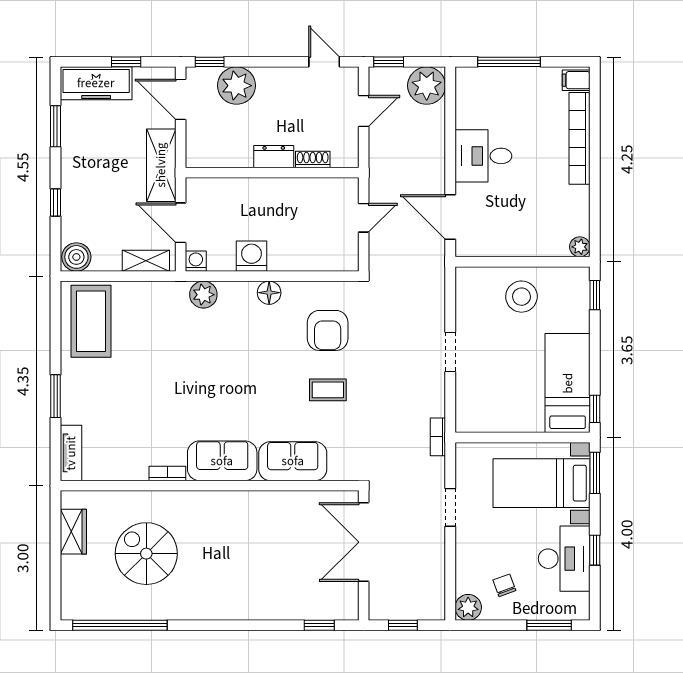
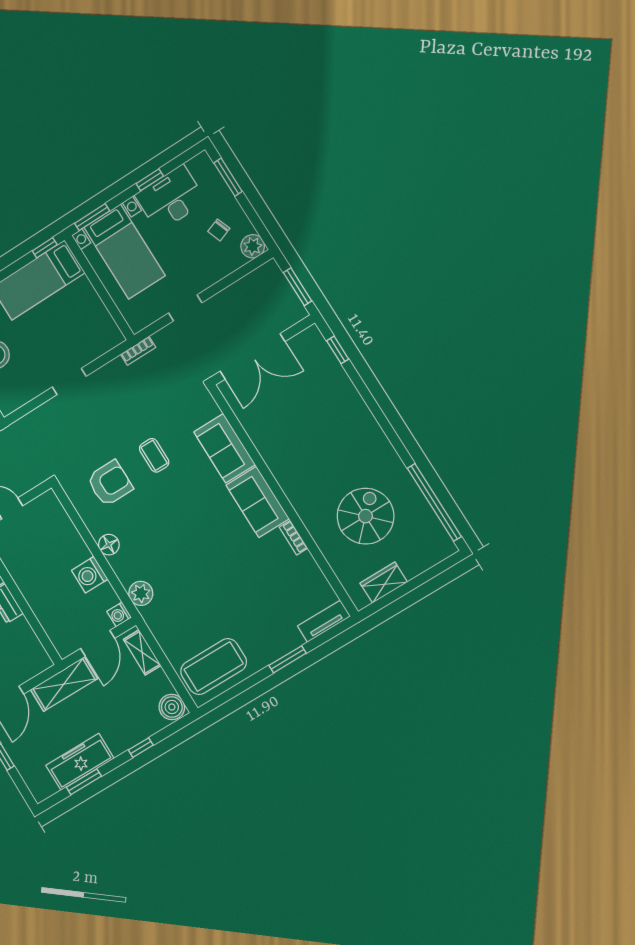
freezer: (96, 83) -> (80, 762), moved, turned -90
spiral stairs: (146, 554) -> (365, 516), turned 180
window: (403, 625) -> (298, 287), width x1.50

